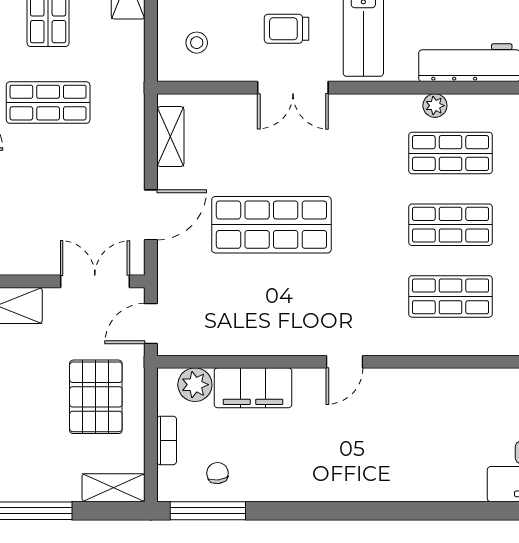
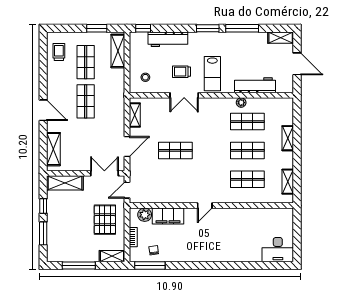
shop shelf: (48, 103) -> (86, 101), turned 90
shop shelf: (271, 225) -> (175, 150), width x0.70, depth x0.74

